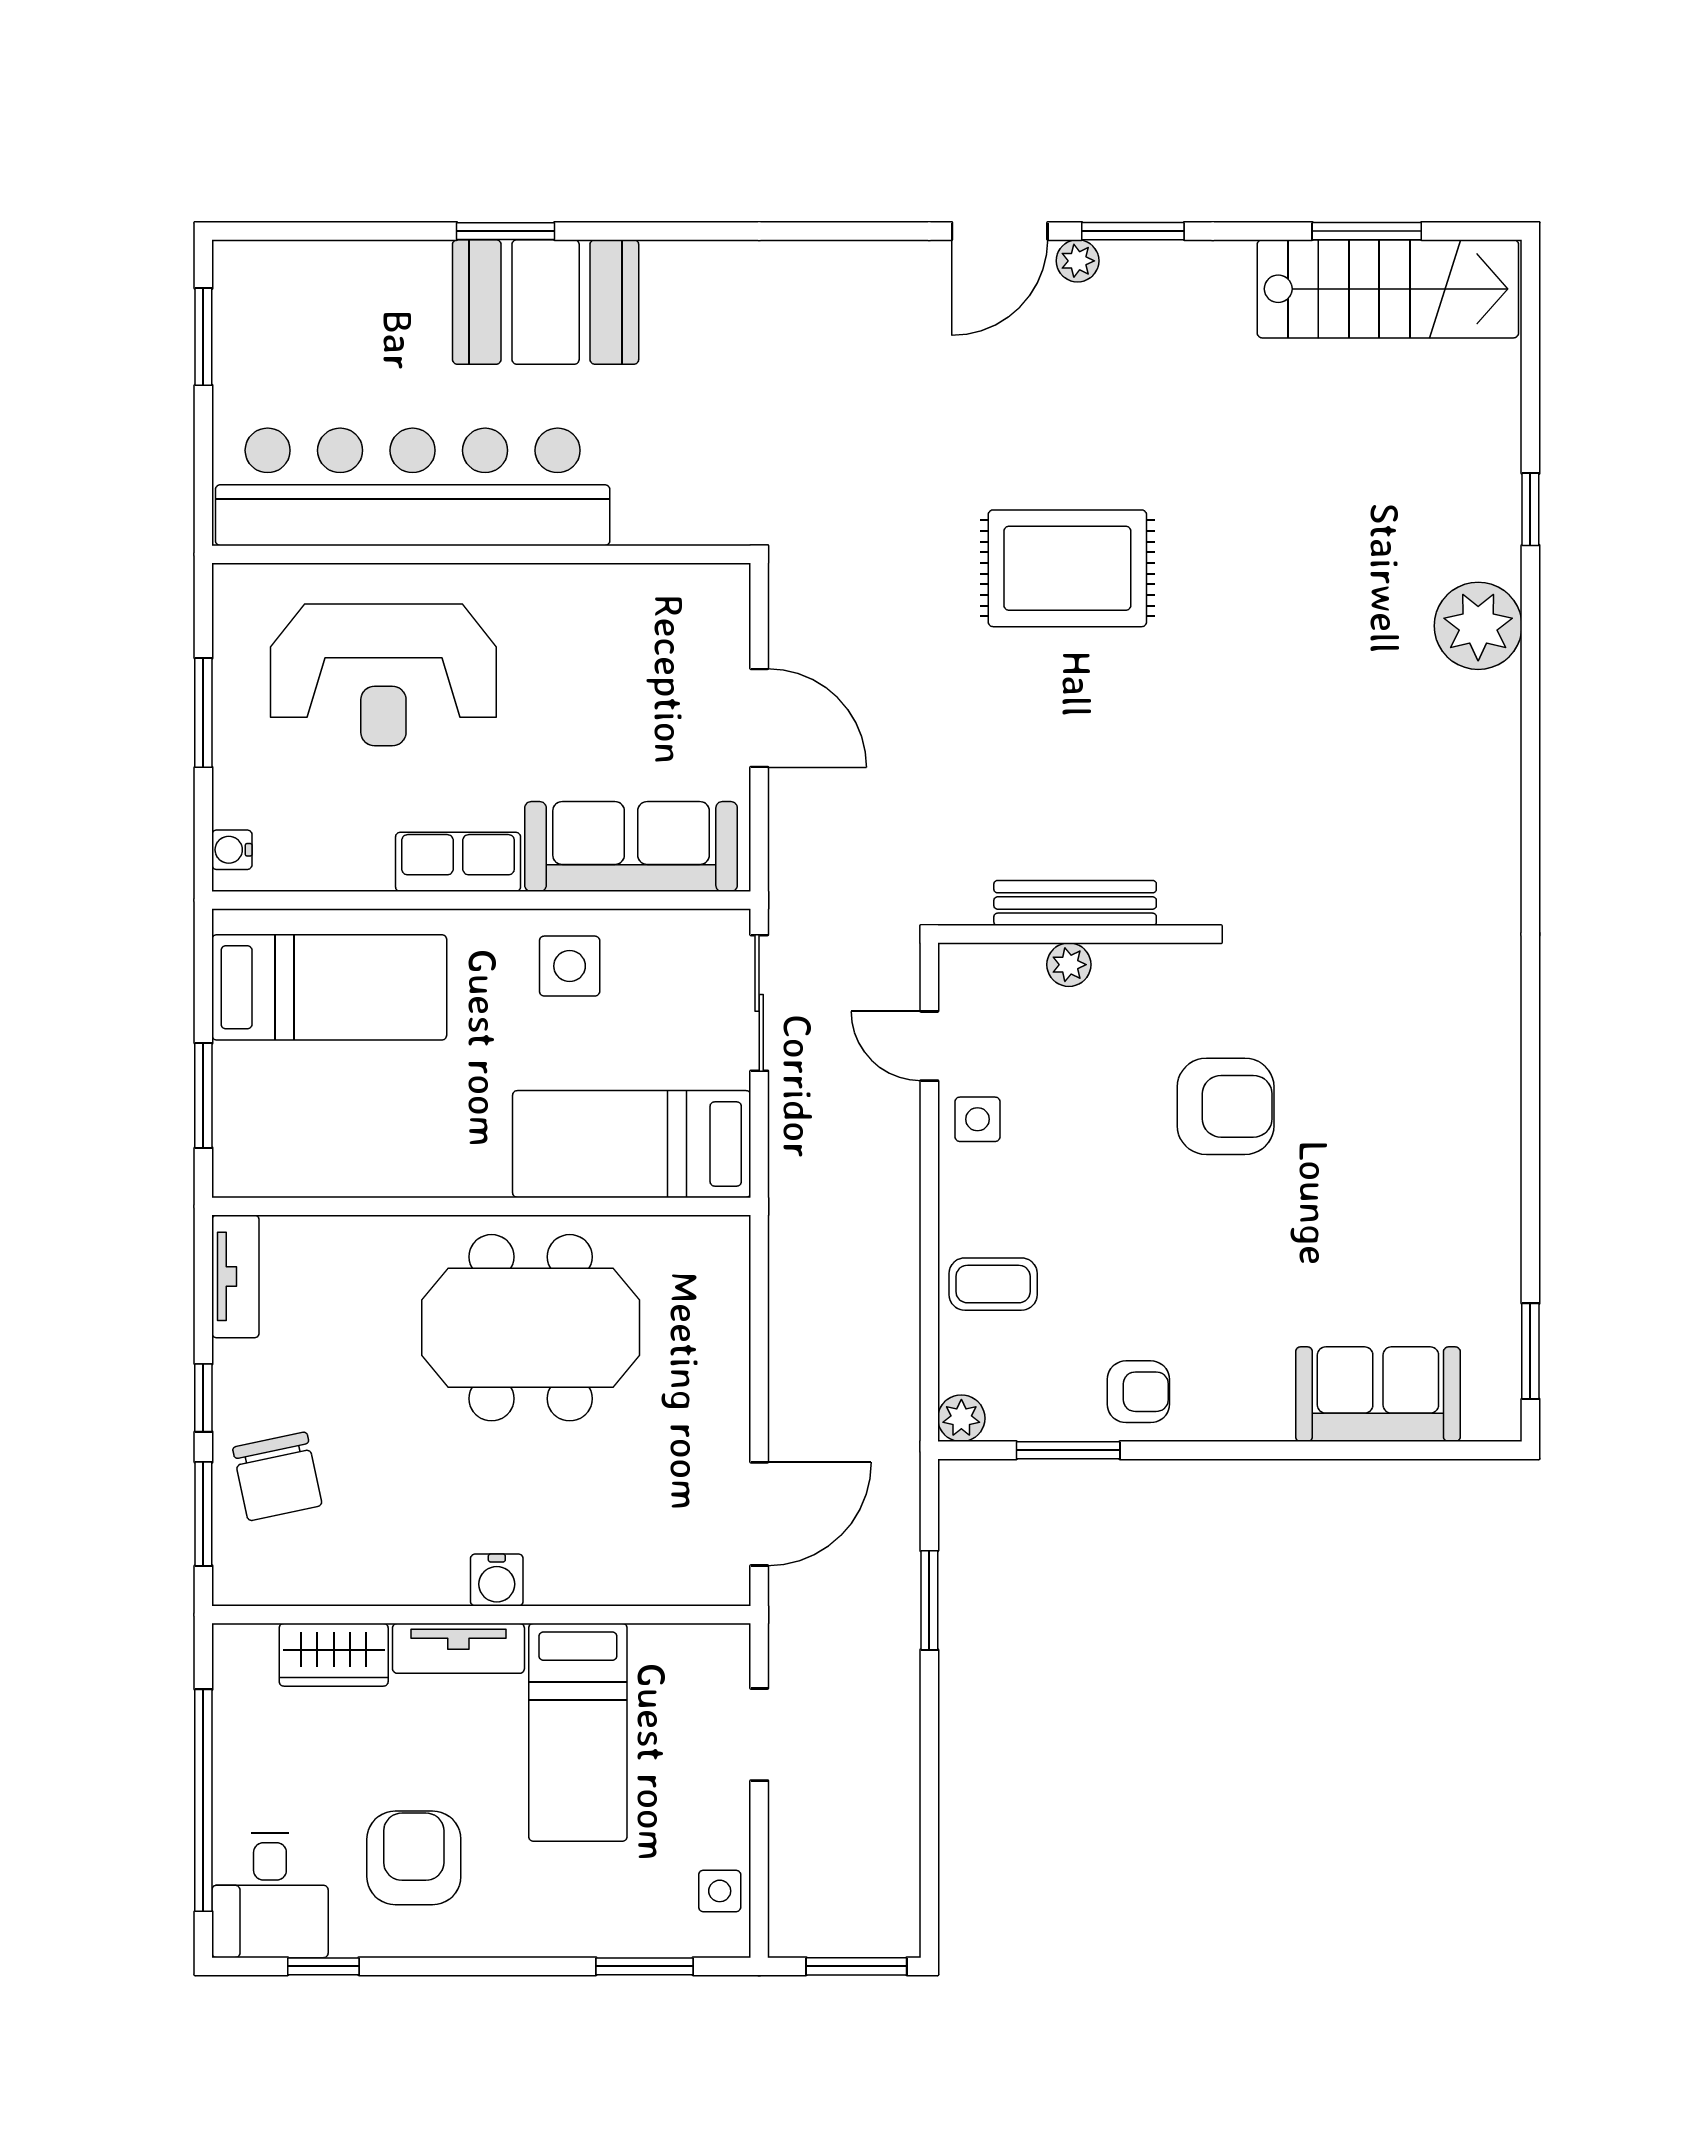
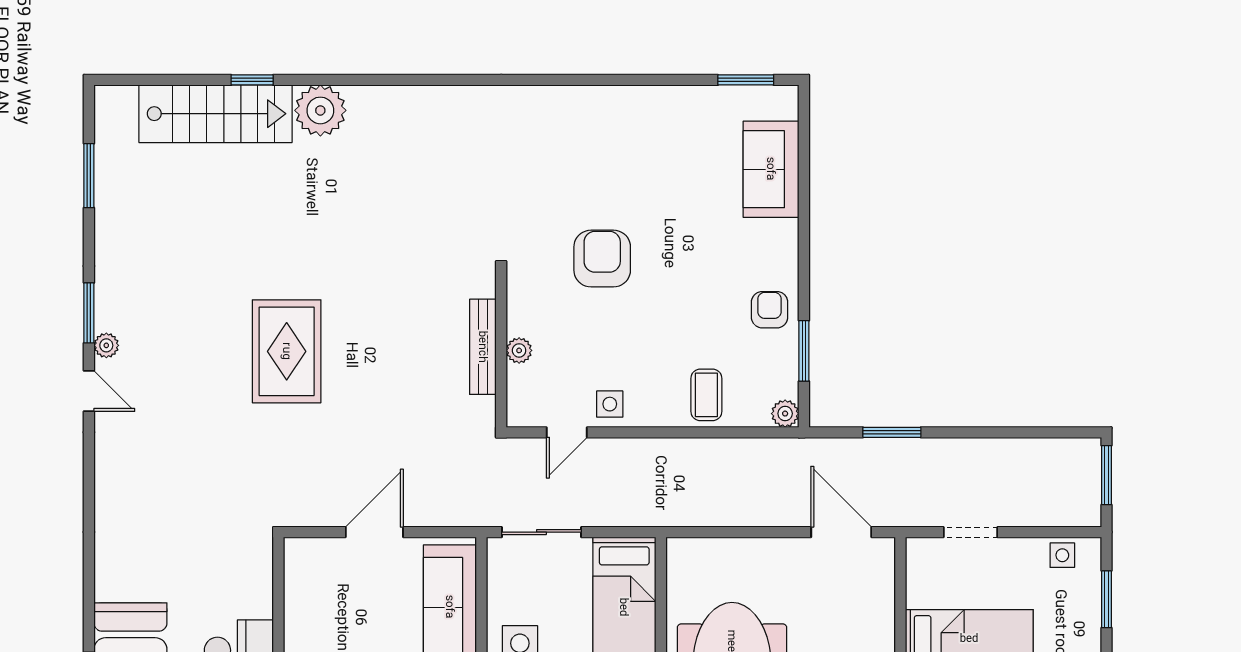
door: (1000, 231) -> (89, 391), width x0.73
stairs: (1388, 289) -> (215, 114), moved, turned 90

